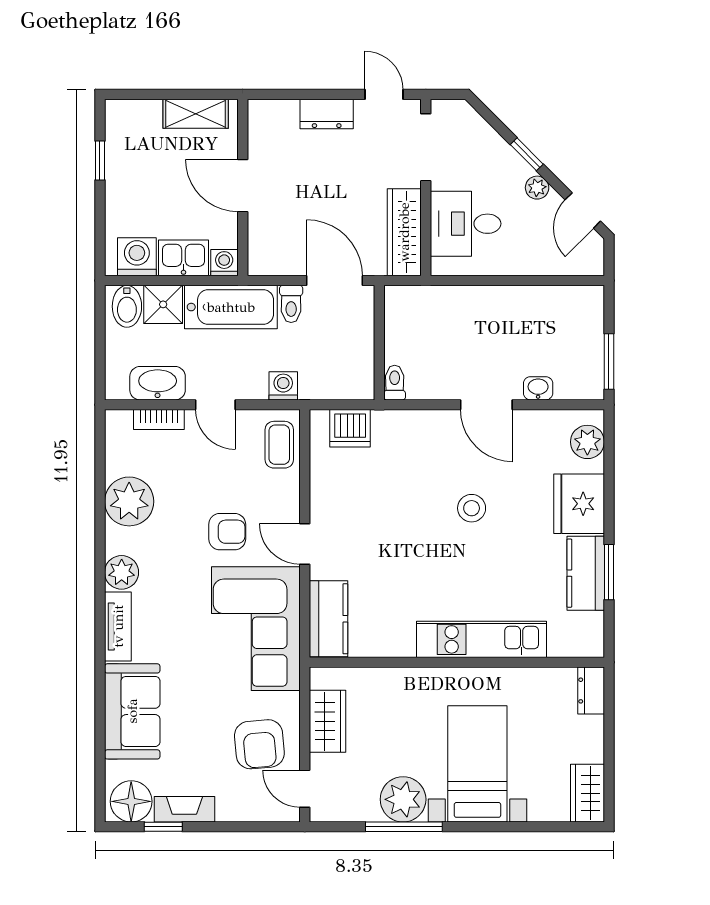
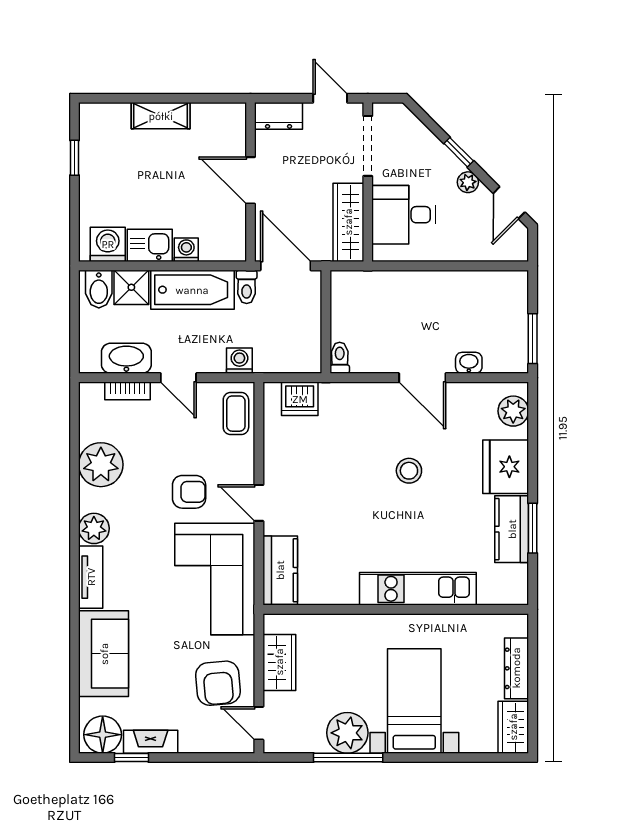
door: (243, 186) -> (250, 180), moved
wall: (243, 187) -> (250, 182), moved
dresser: (591, 691) -> (516, 668), moved, width x1.44

